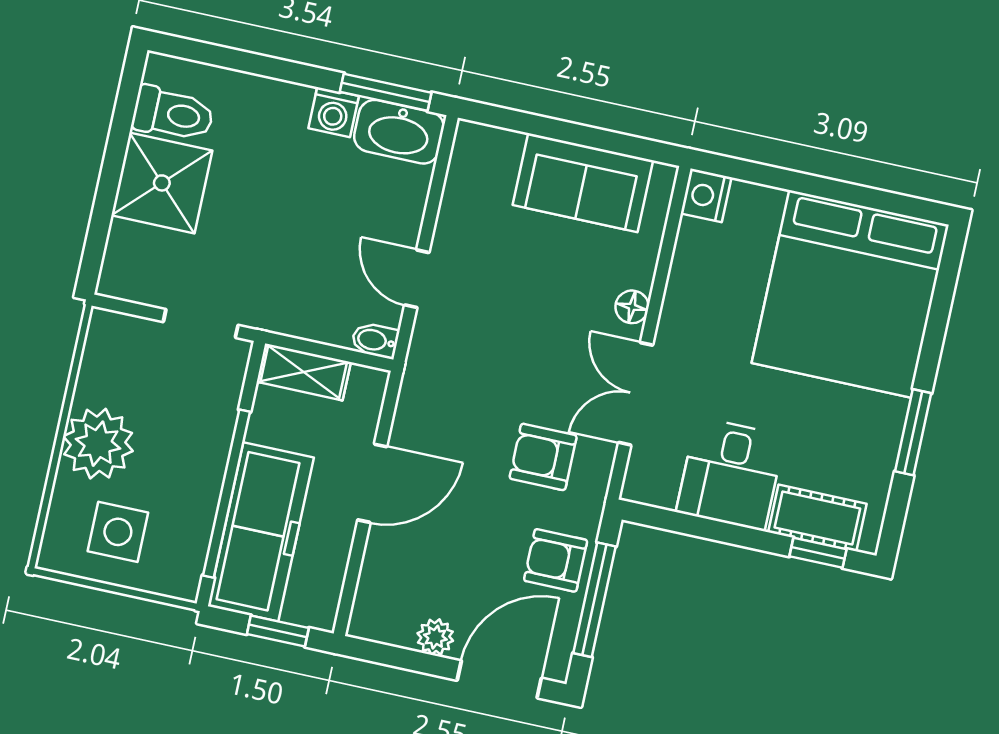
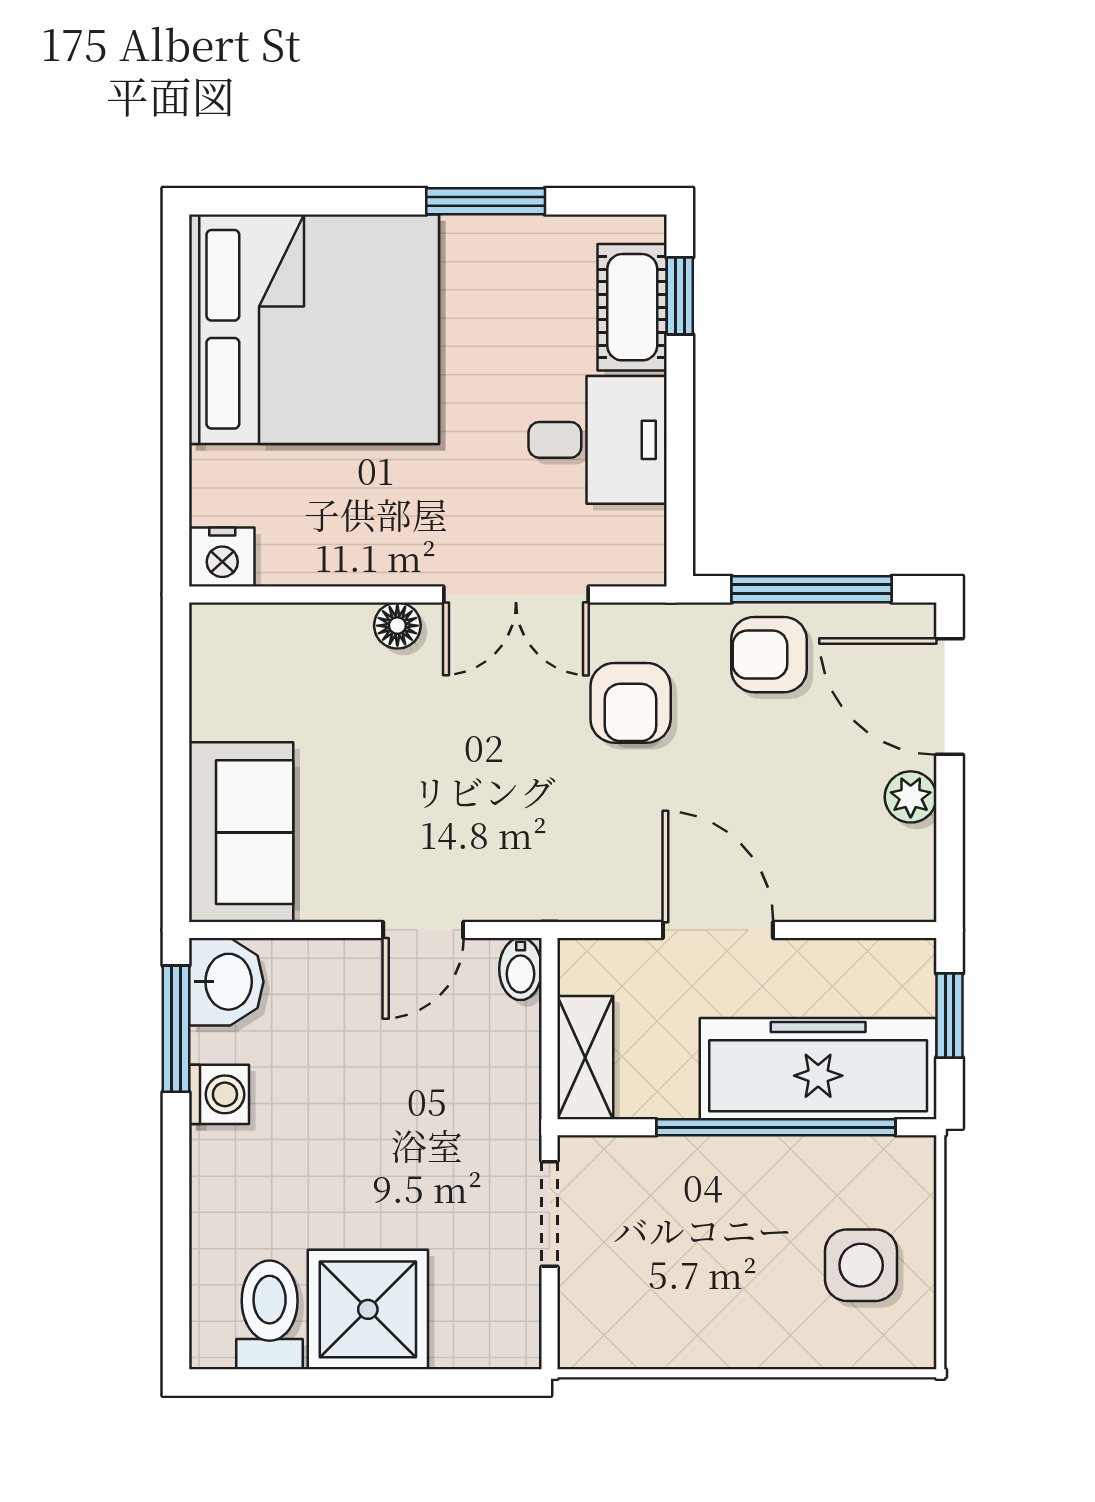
washbasin: (399, 132) -> (226, 982), width x0.72
sofa: (583, 183) -> (241, 832), moved
plant: (98, 444) -> (746, 1319), removed
armchair: (556, 560) -> (769, 655), turned 90

